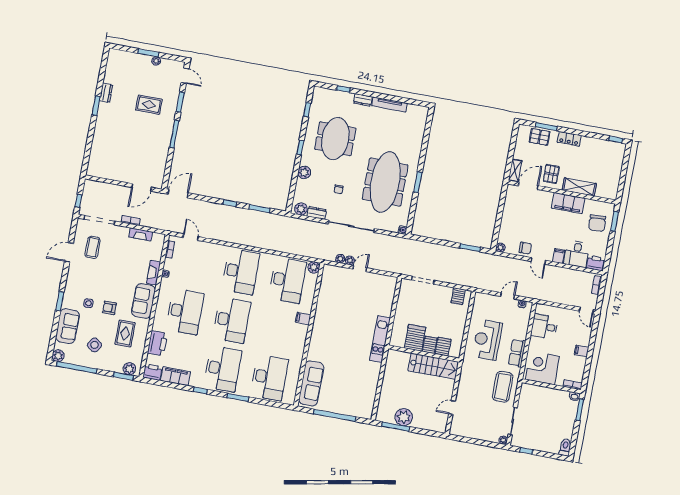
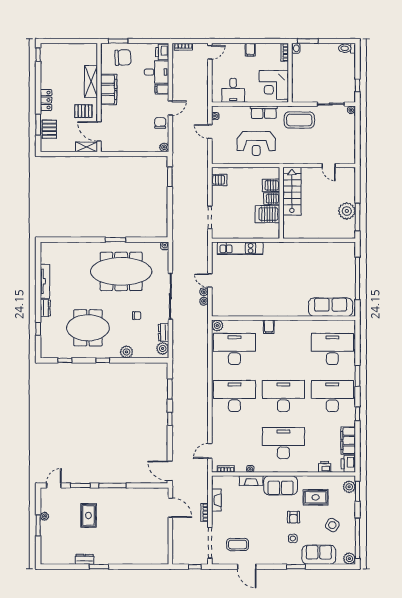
kitchen unit: (380, 339) -> (240, 248), moved
printer: (157, 343) -> (325, 467), width x0.53, depth x0.68

